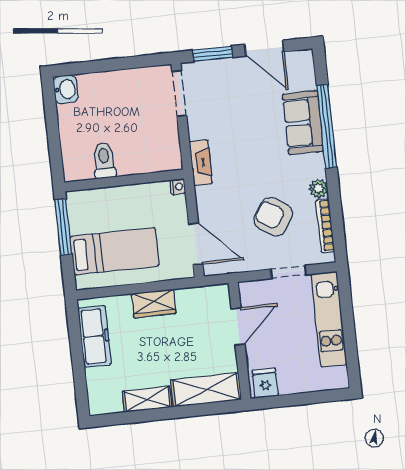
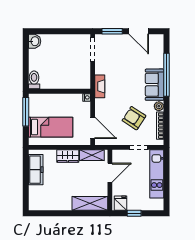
sofa: (303, 123) -> (155, 85), moved
toilet: (104, 160) -> (34, 80), moved
shelving: (147, 399) -> (92, 155), moved
window: (293, 400) -> (134, 213), added

